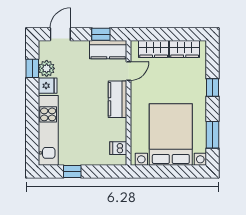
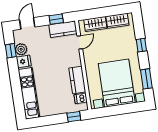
kitchen counter: (117, 99) -> (77, 80), moved
window: (72, 172) -> (74, 117), moved

